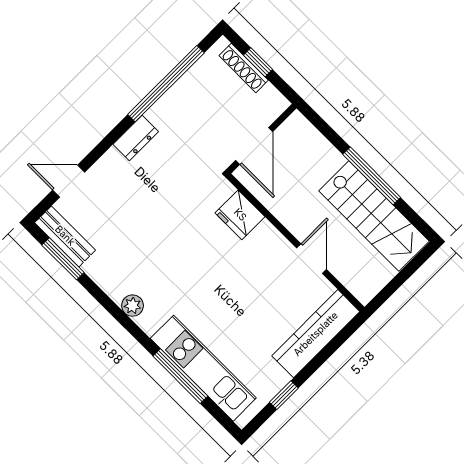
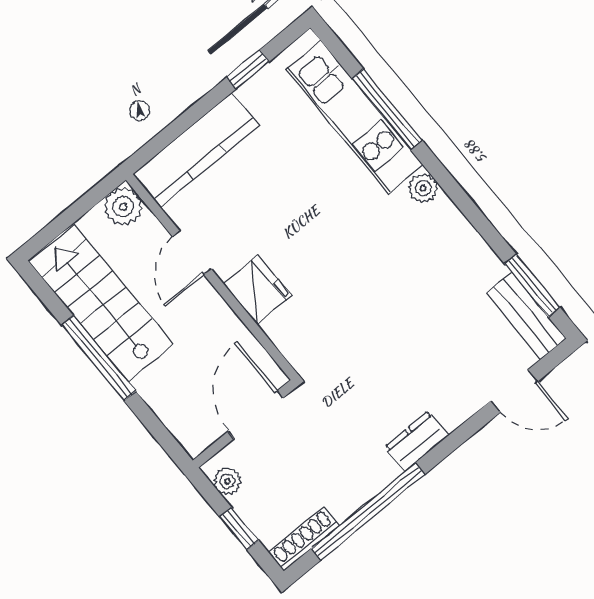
shoe rack: (244, 68) -> (304, 539), moved, turned -90
plant: (270, 96) -> (227, 481), added
fridge: (240, 215) -> (257, 290), moved
plant: (364, 287) -> (123, 207), added
plant: (133, 306) -> (423, 188), moved

